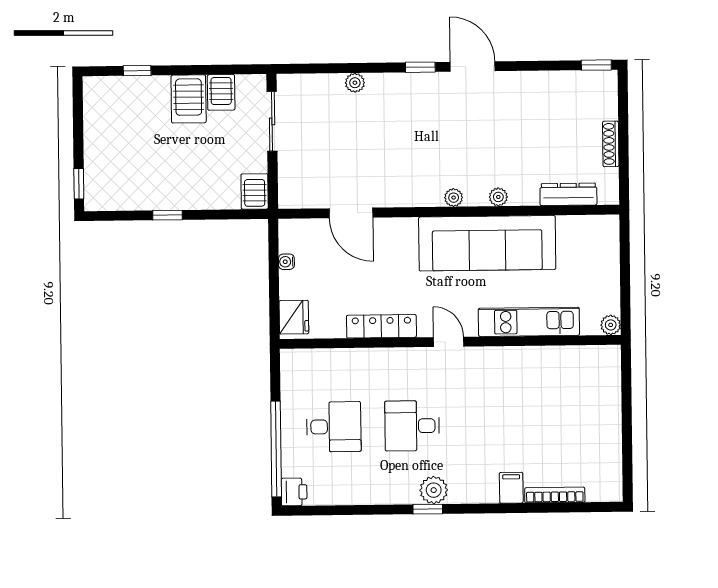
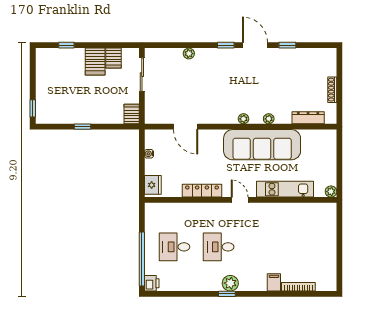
window: (596, 65) -> (287, 45), moved
desk: (334, 427) -> (174, 247), turned 180

